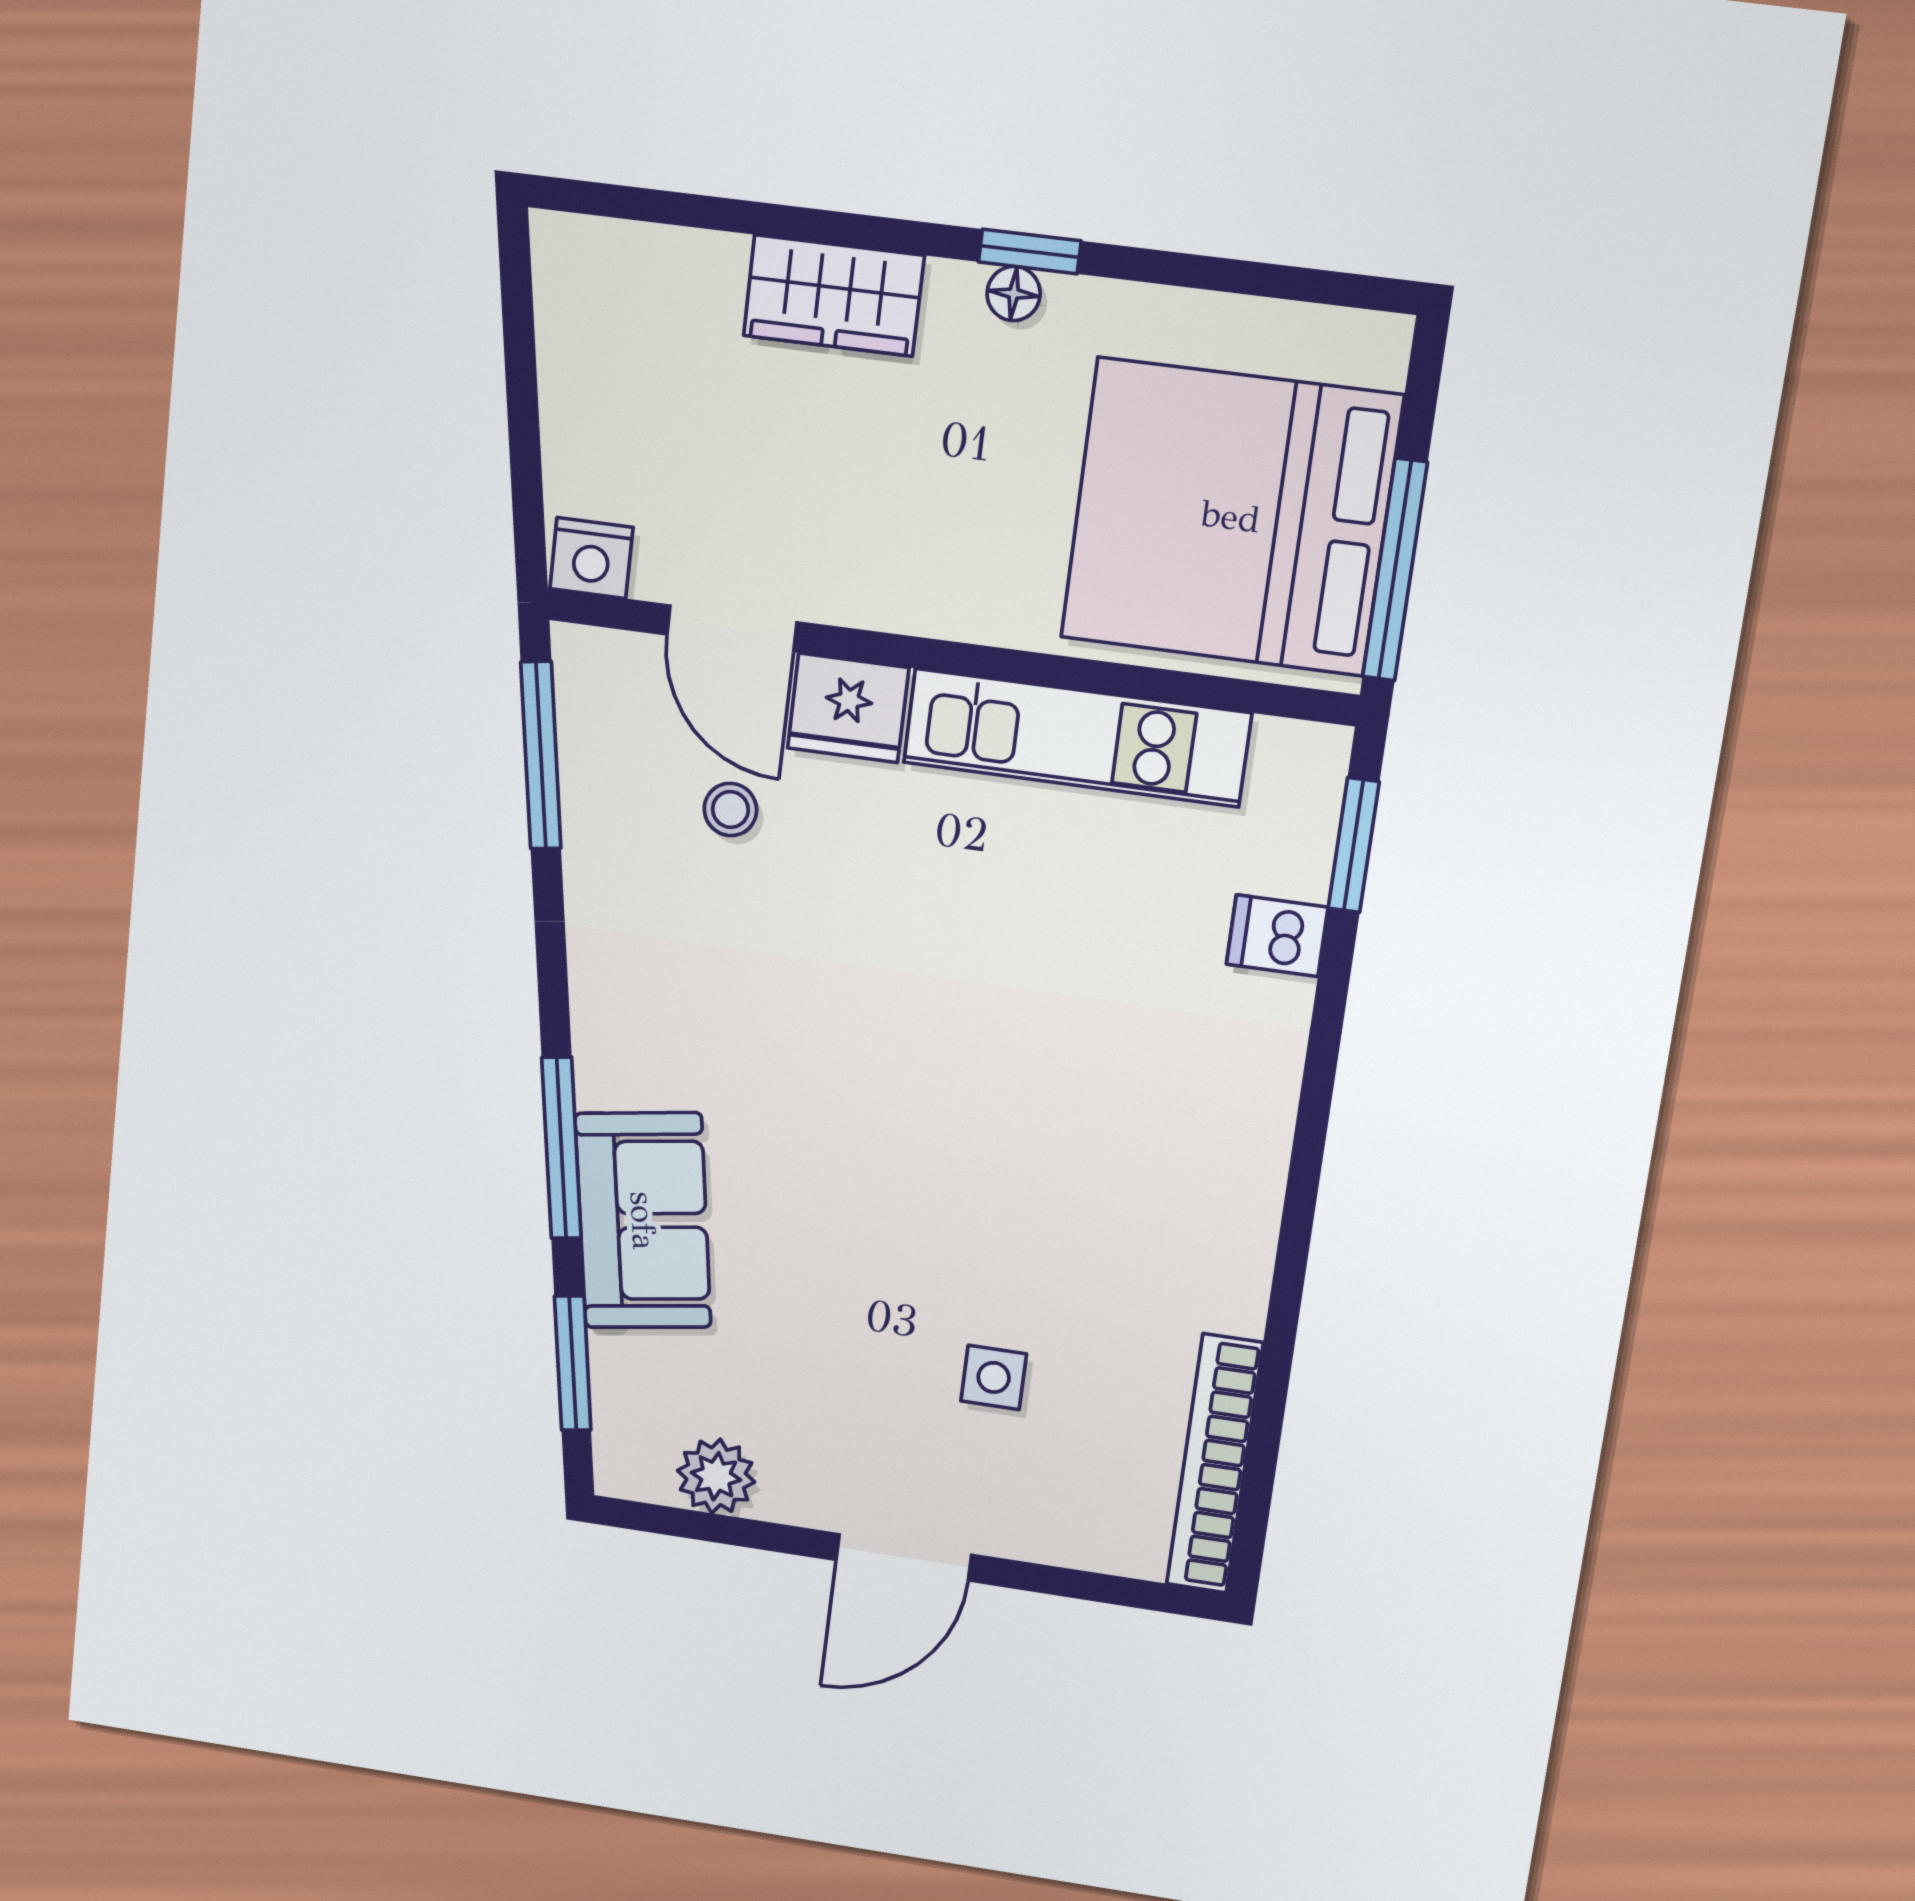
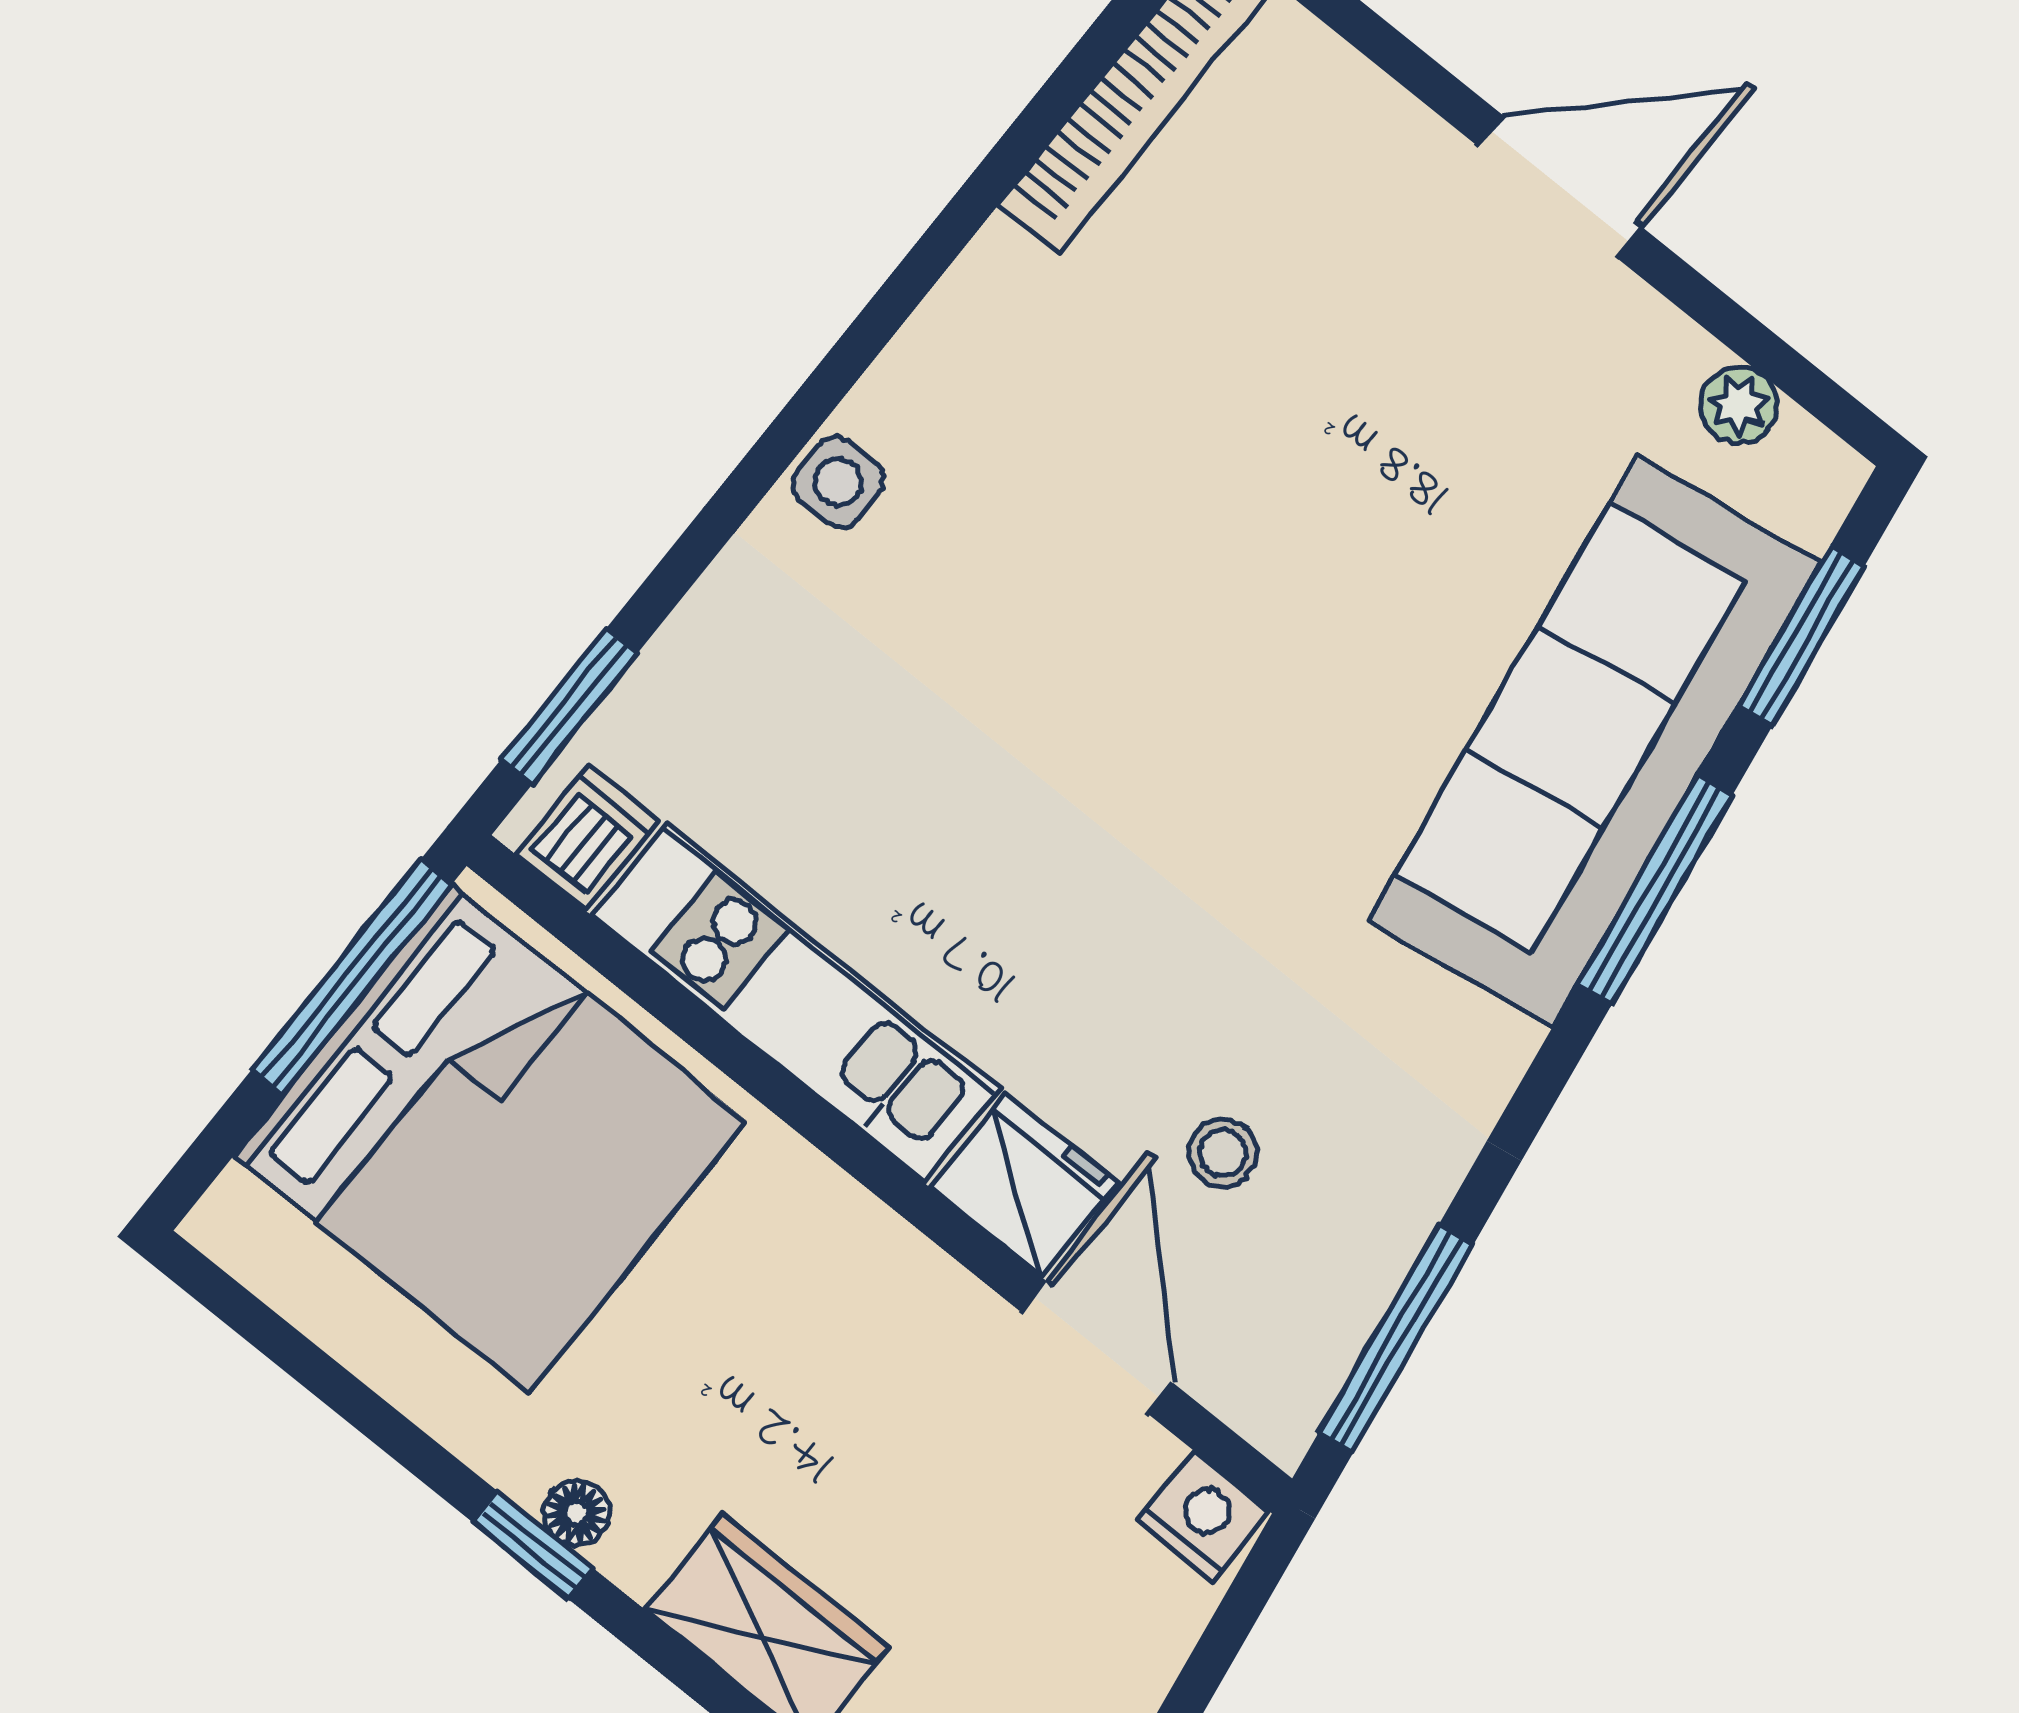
dishwasher: (1277, 936) -> (587, 837), moved, turned -90
sofa: (643, 1221) -> (1595, 741), width x1.85, depth x1.27
side table: (994, 1377) -> (838, 482), moved
plant: (716, 1476) -> (1739, 405), width x0.73, depth x0.73

